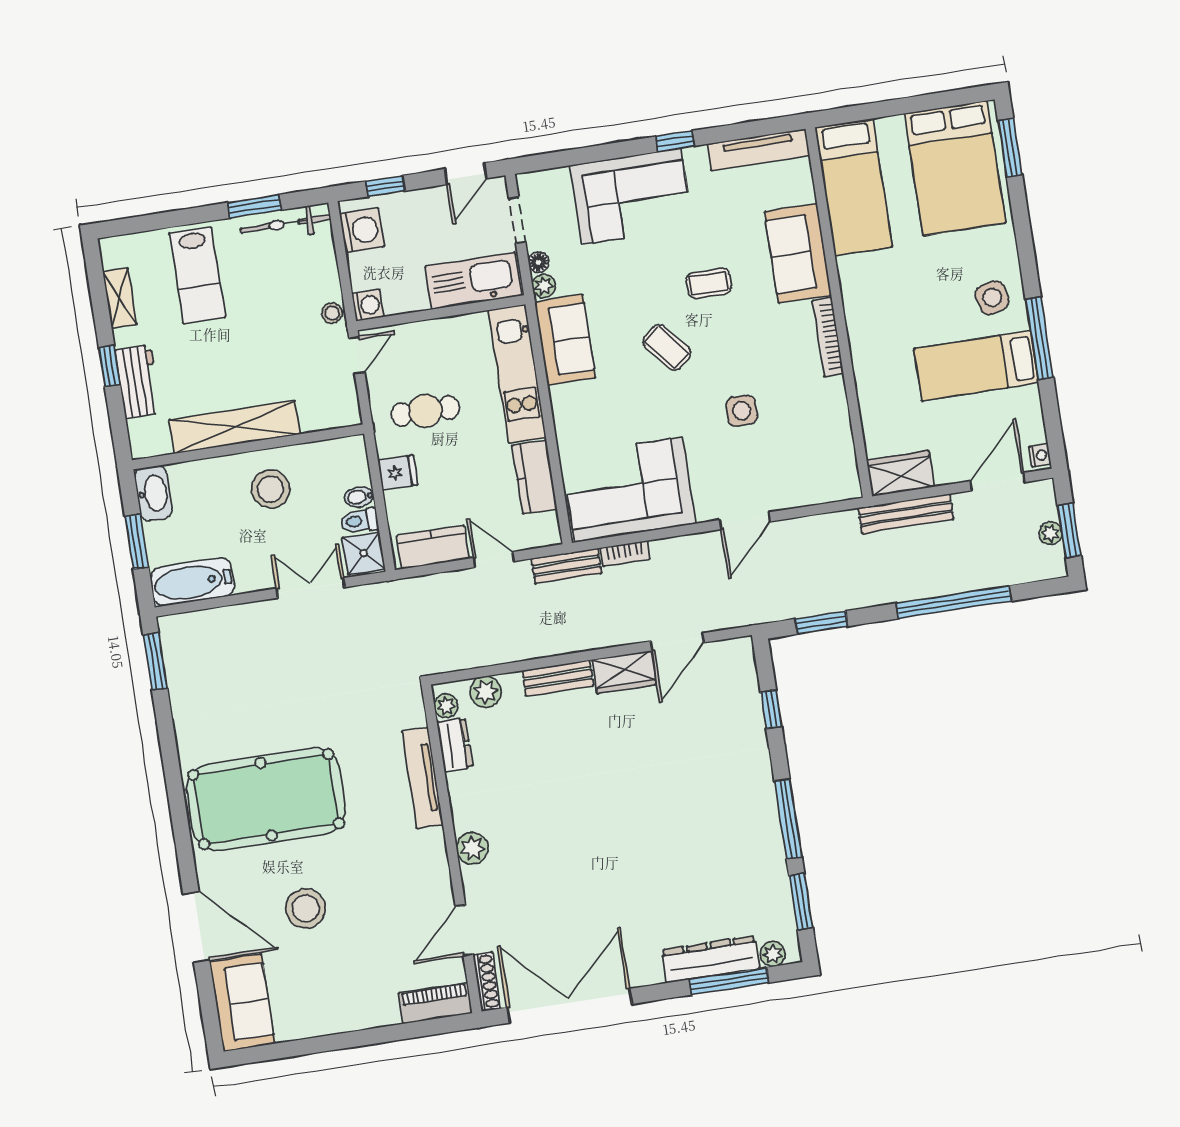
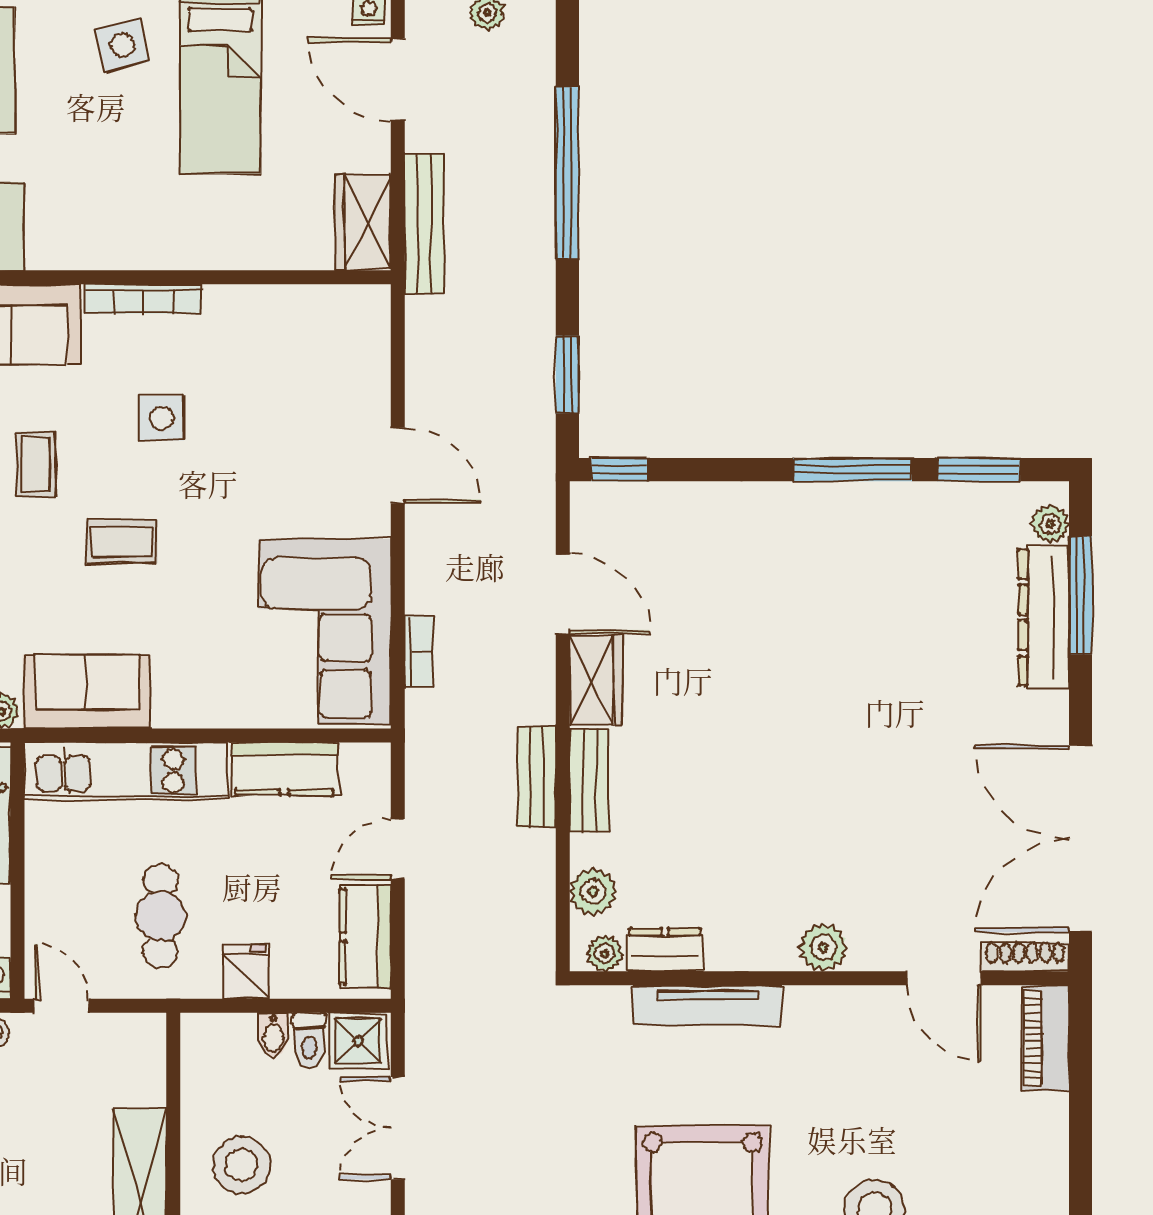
coffee table: (667, 348) -> (122, 542), turned 40
side table: (742, 411) -> (162, 418), moved
bench: (566, 566) -> (537, 777), moved
window: (771, 709) -> (619, 470), moved

